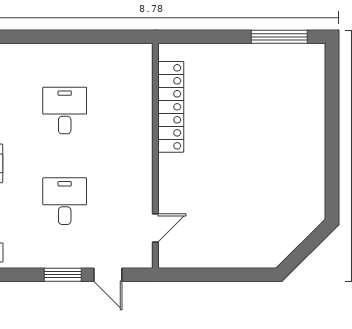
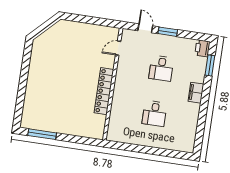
locker: (171, 107) -> (104, 91), moved

